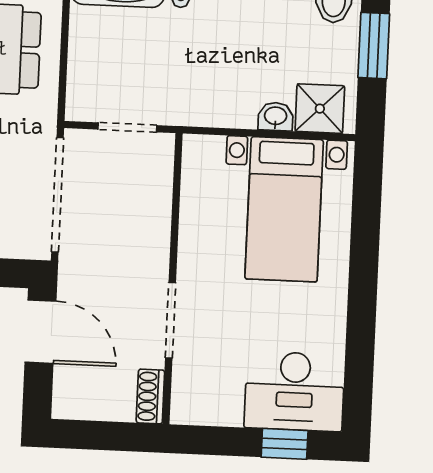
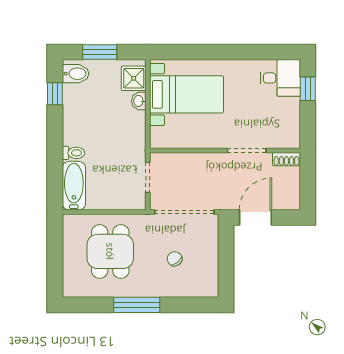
desk: (294, 391) -> (280, 78), width x0.73

